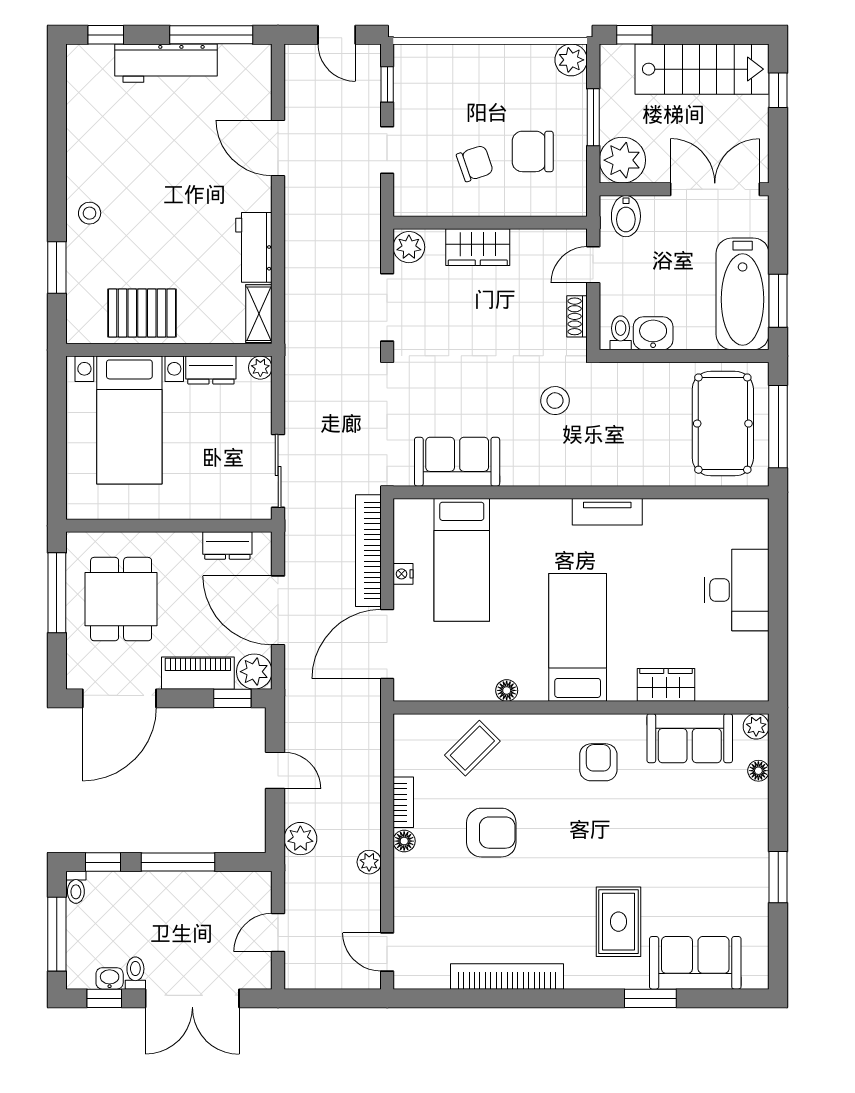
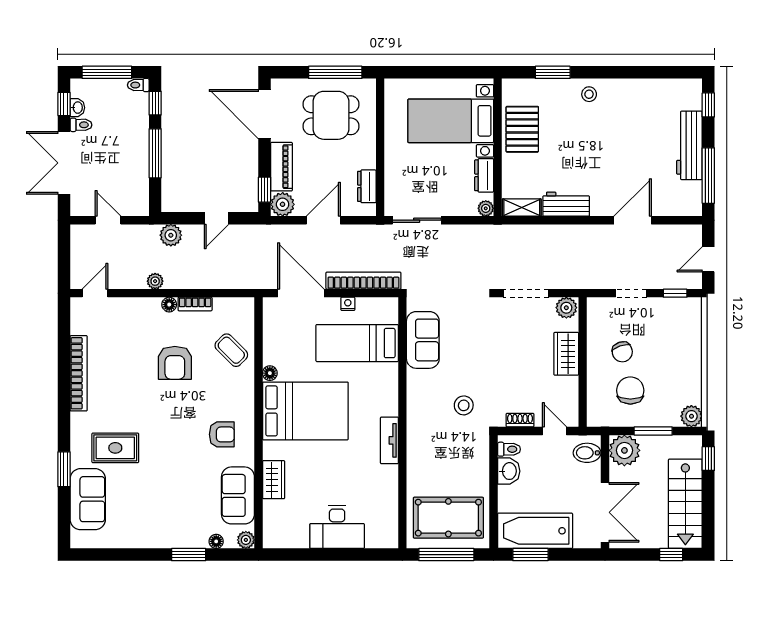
door: (278, 610) -> (323, 220), width x0.73
bed: (578, 637) -> (305, 411), width x1.50
window: (778, 877) -> (189, 555), moved

